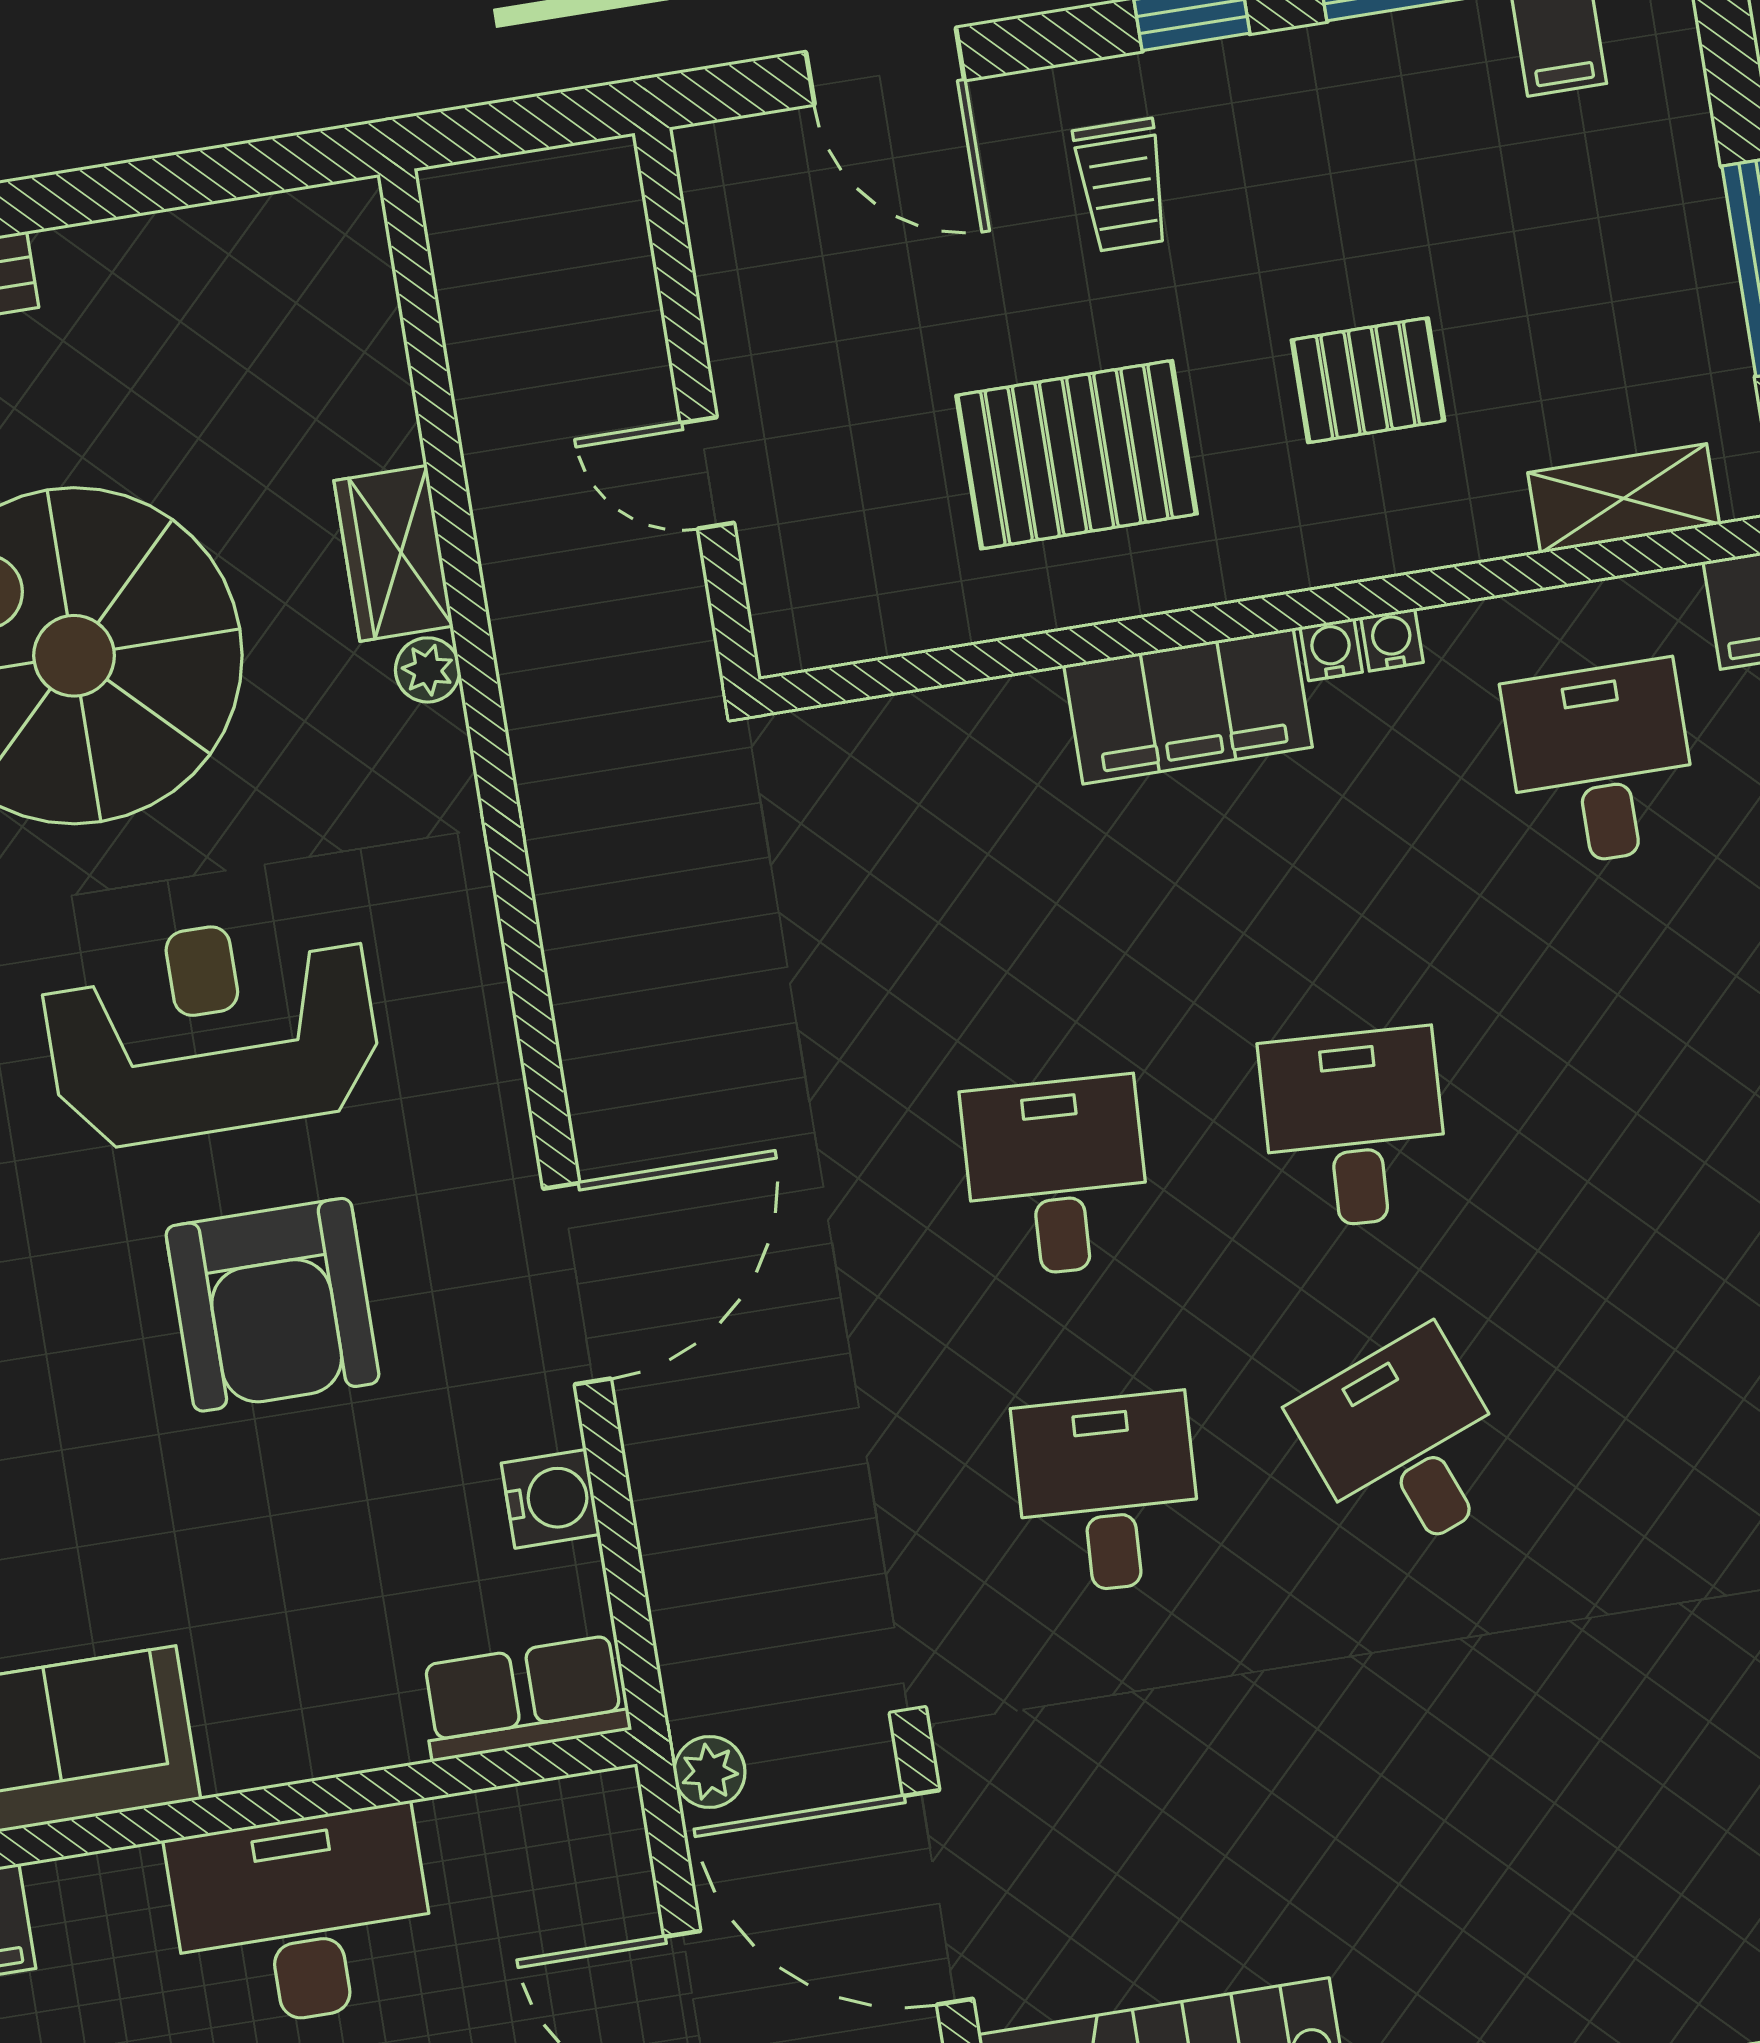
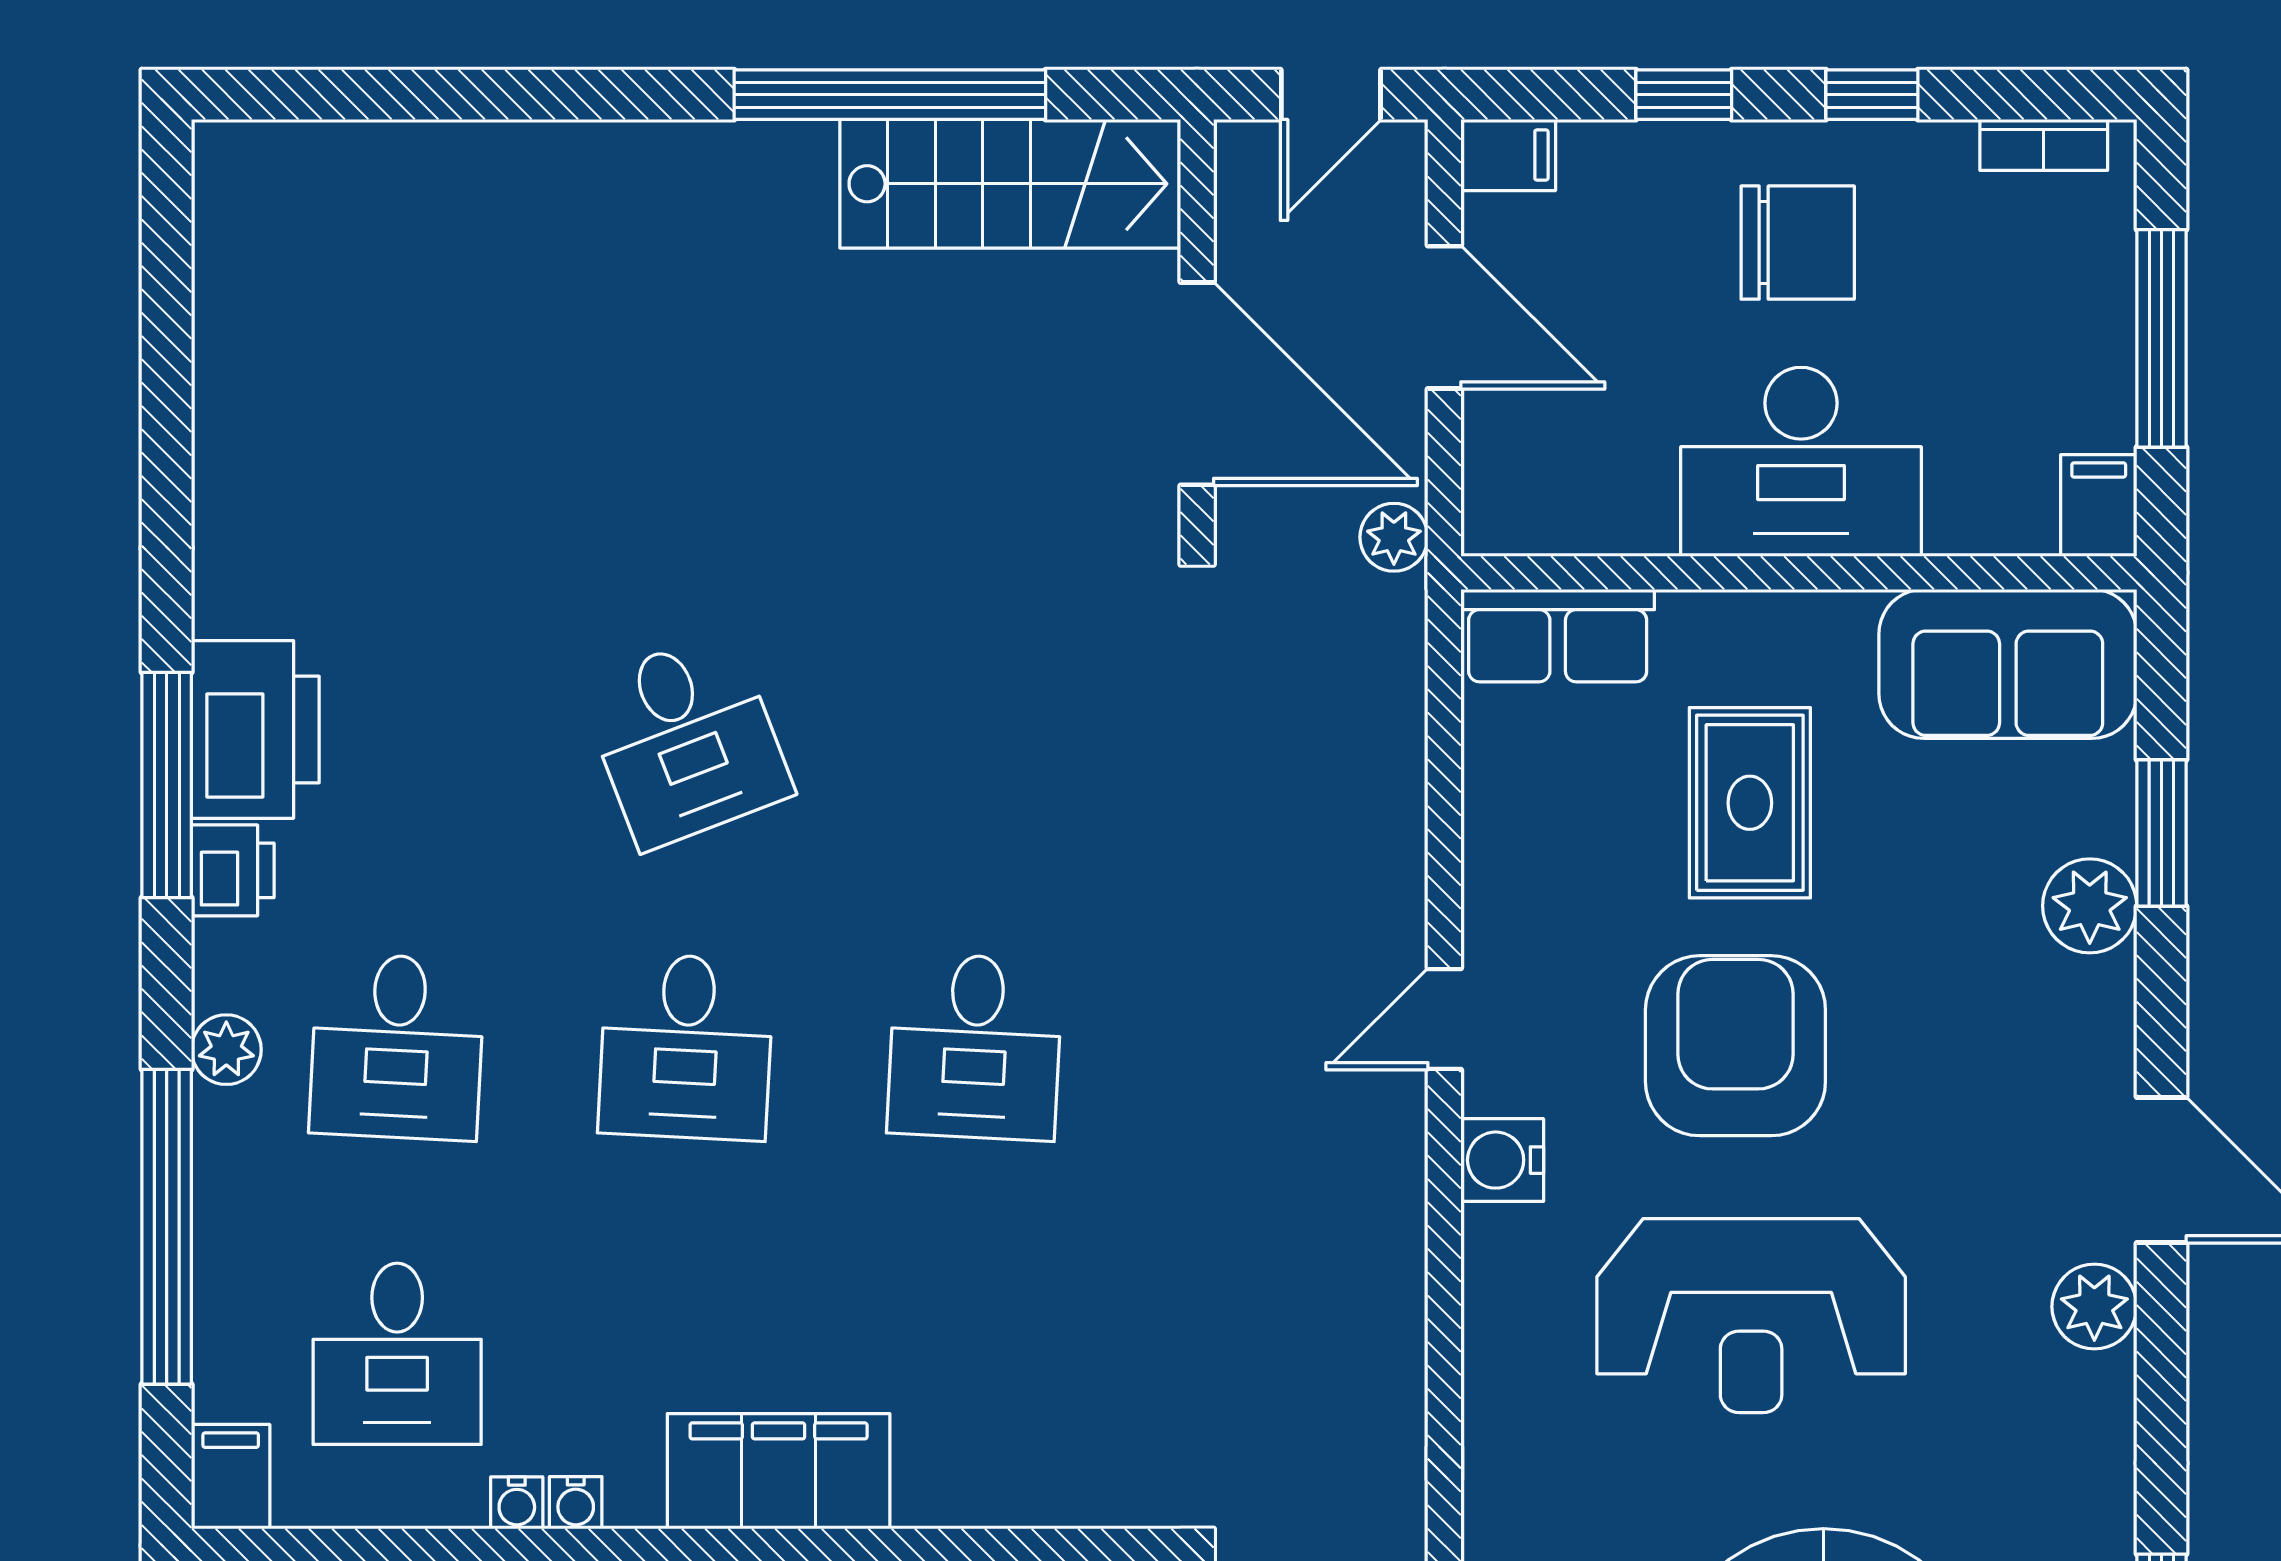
water cooler: (1331, 650) -> (517, 1503), moved
door: (577, 1284) -> (1444, 1019), width x0.53
desk: (1108, 1493) -> (397, 1047), moved
water cooler: (551, 1499) -> (1502, 1160), moved
rug: (298, 1558) -> (1750, 803), added

